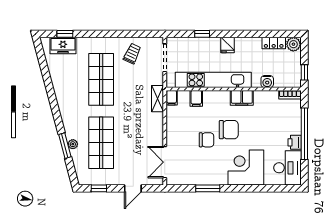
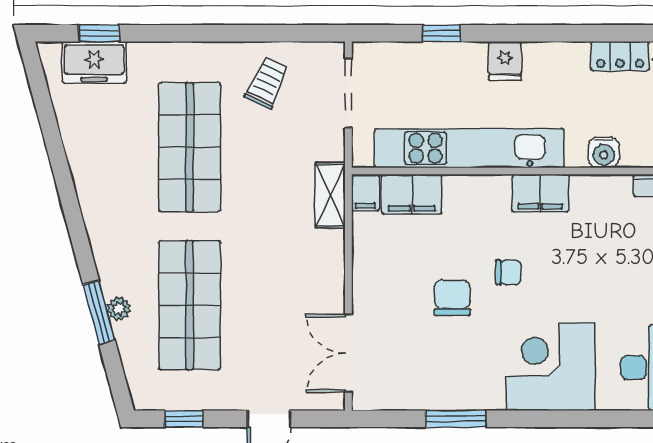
filing cabinet: (196, 98) -> (412, 194), width x2.00
chair: (229, 130) -> (508, 272), width x0.54, depth x0.54
chair: (206, 140) -> (452, 298), turned -90

